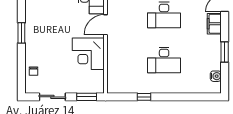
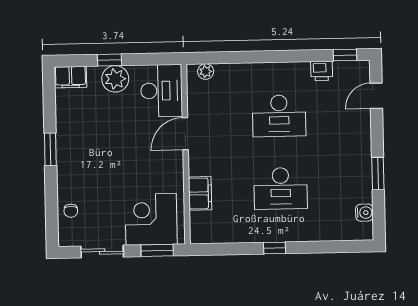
filing cabinet: (214, 24) -> (200, 193), moved, turned 180
corner desk: (88, 54) -> (151, 219), moved, turned 90
window: (144, 97) -> (275, 248), moved

